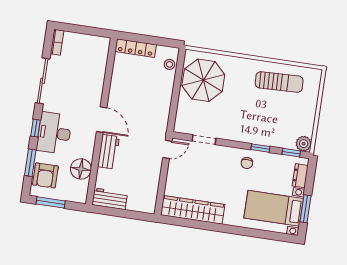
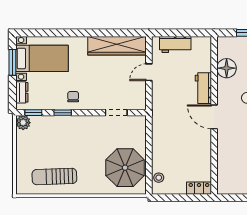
locker: (136, 48) -> (199, 188), width x0.66
door: (167, 149) -> (149, 72), moved
workbench: (110, 199) -> (175, 44), moved

